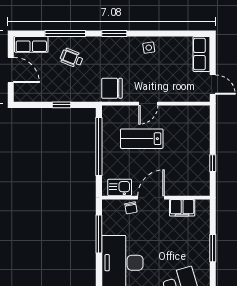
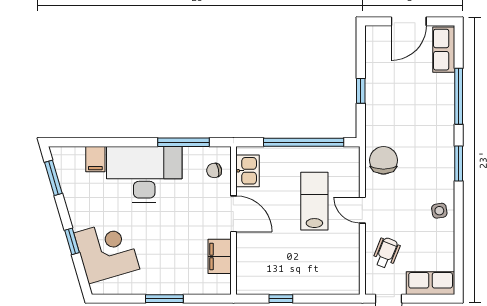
wheelchair: (72, 58) -> (386, 253), moved
chair: (131, 208) -> (214, 170), moved

